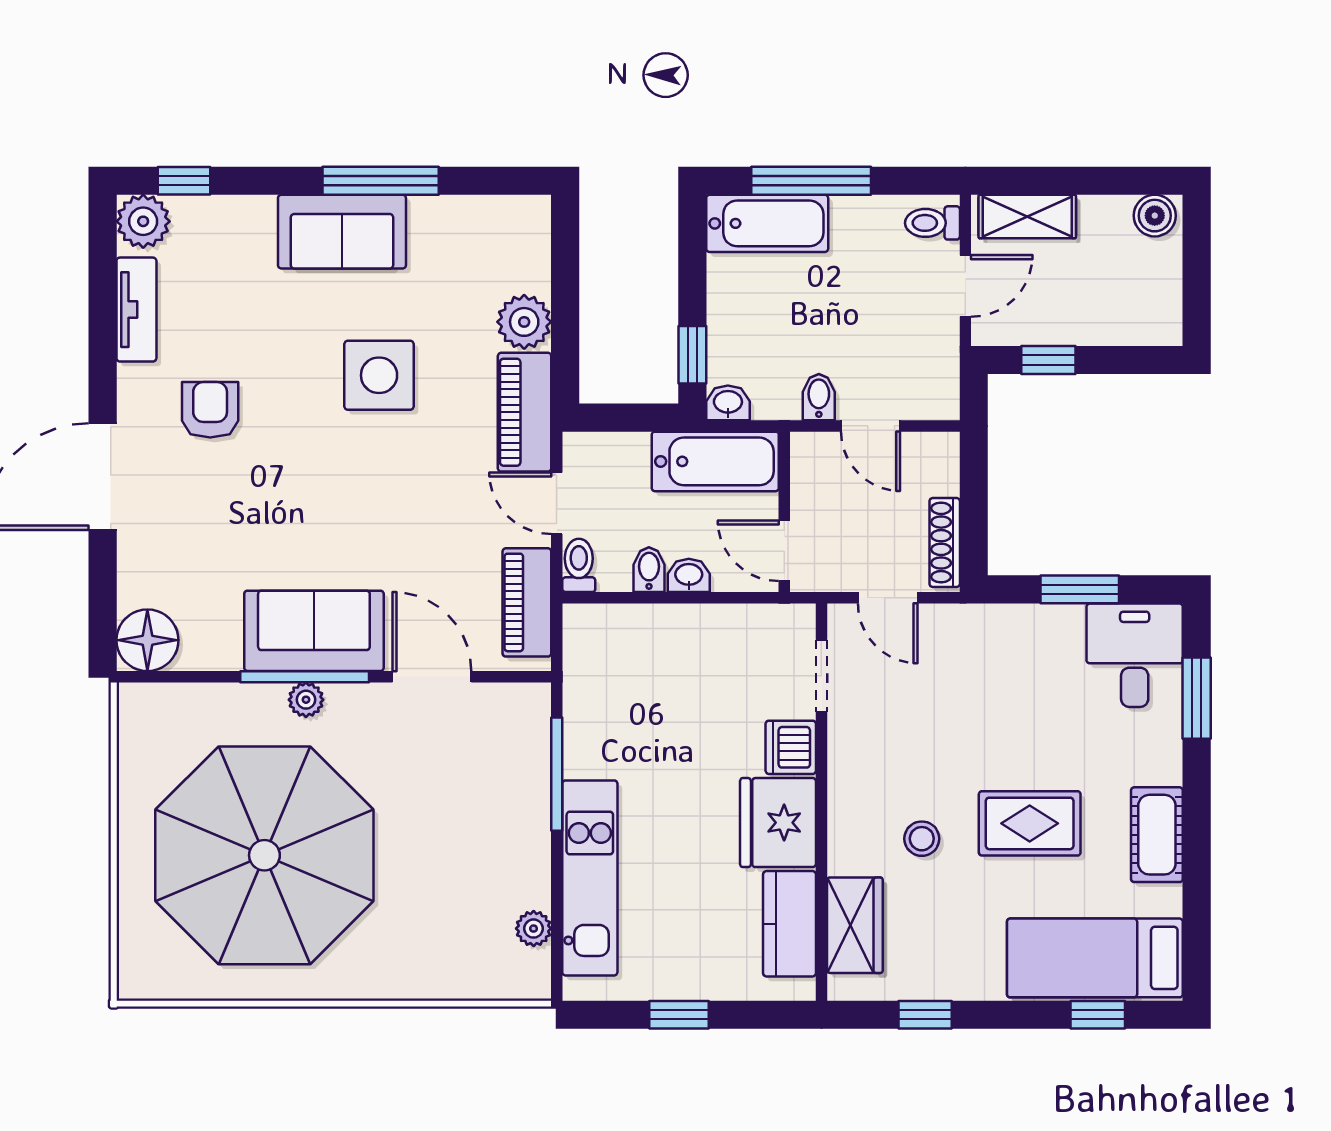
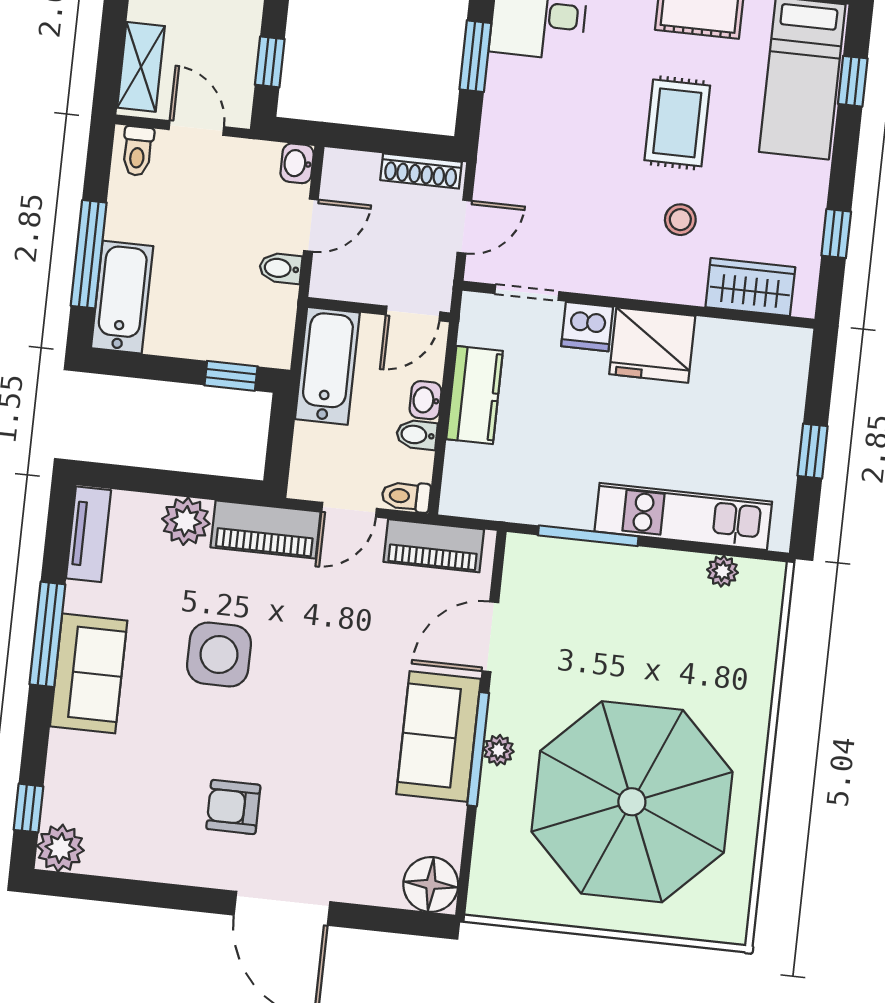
tv unit: (136, 310) -> (88, 534), moved, turned 90
washbasin: (728, 403) -> (297, 163), moved
kitchen counter: (789, 924) -> (475, 395), moved, turned -90

